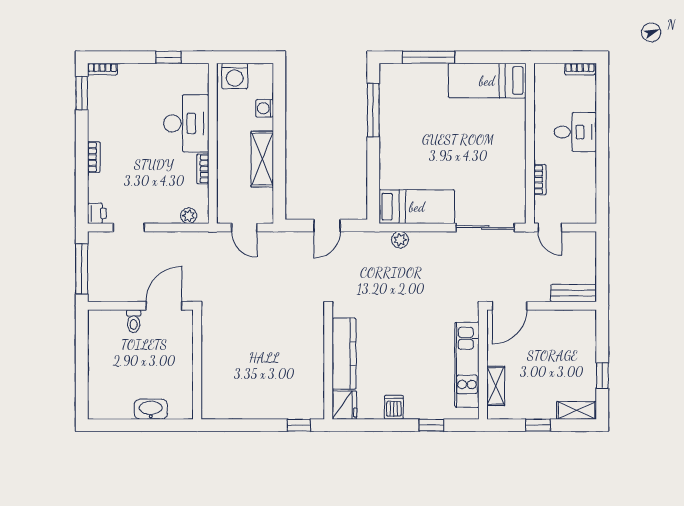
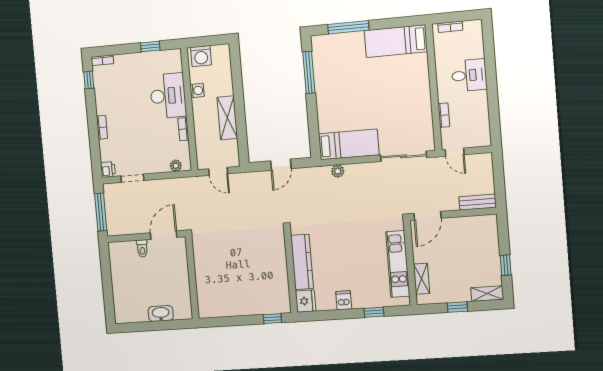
bookcase: (580, 69) -> (450, 27), moved
window: (82, 93) -> (89, 80), width x0.67
washing machine: (265, 108) -> (197, 91), moved, turned 180

